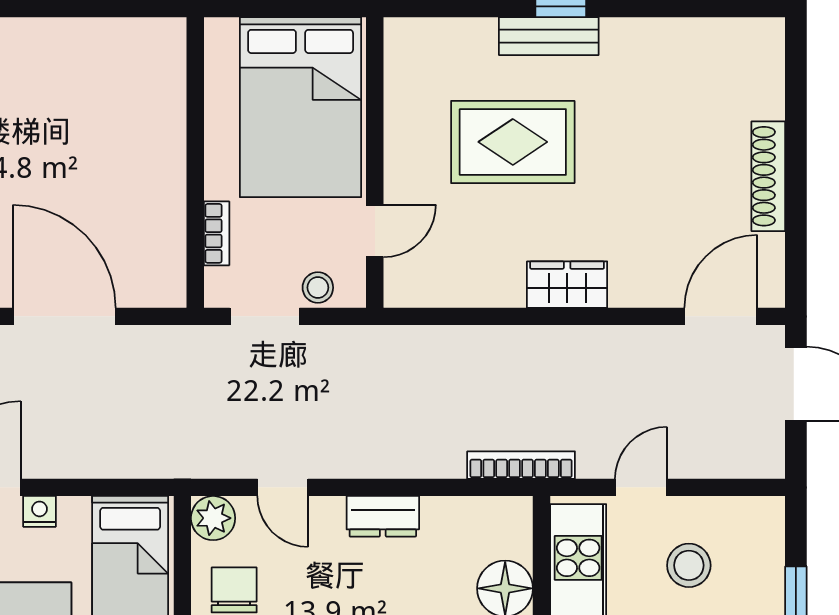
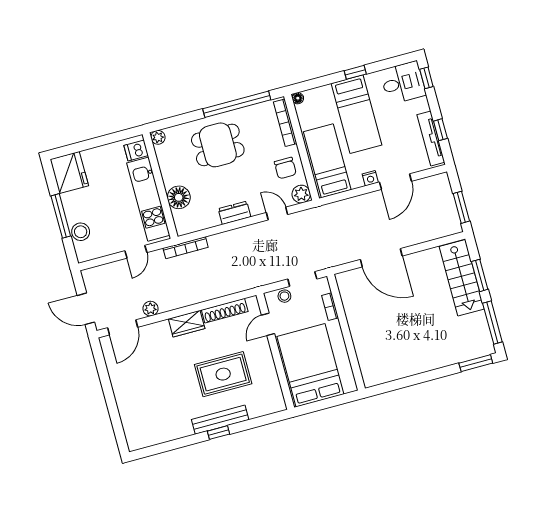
bench: (549, 36) -> (220, 420), width x1.36
shoe rack: (768, 176) -> (225, 311), moved, turned 90
plant: (643, 343) -> (150, 309), added
stool: (689, 565) -> (81, 232), moved

